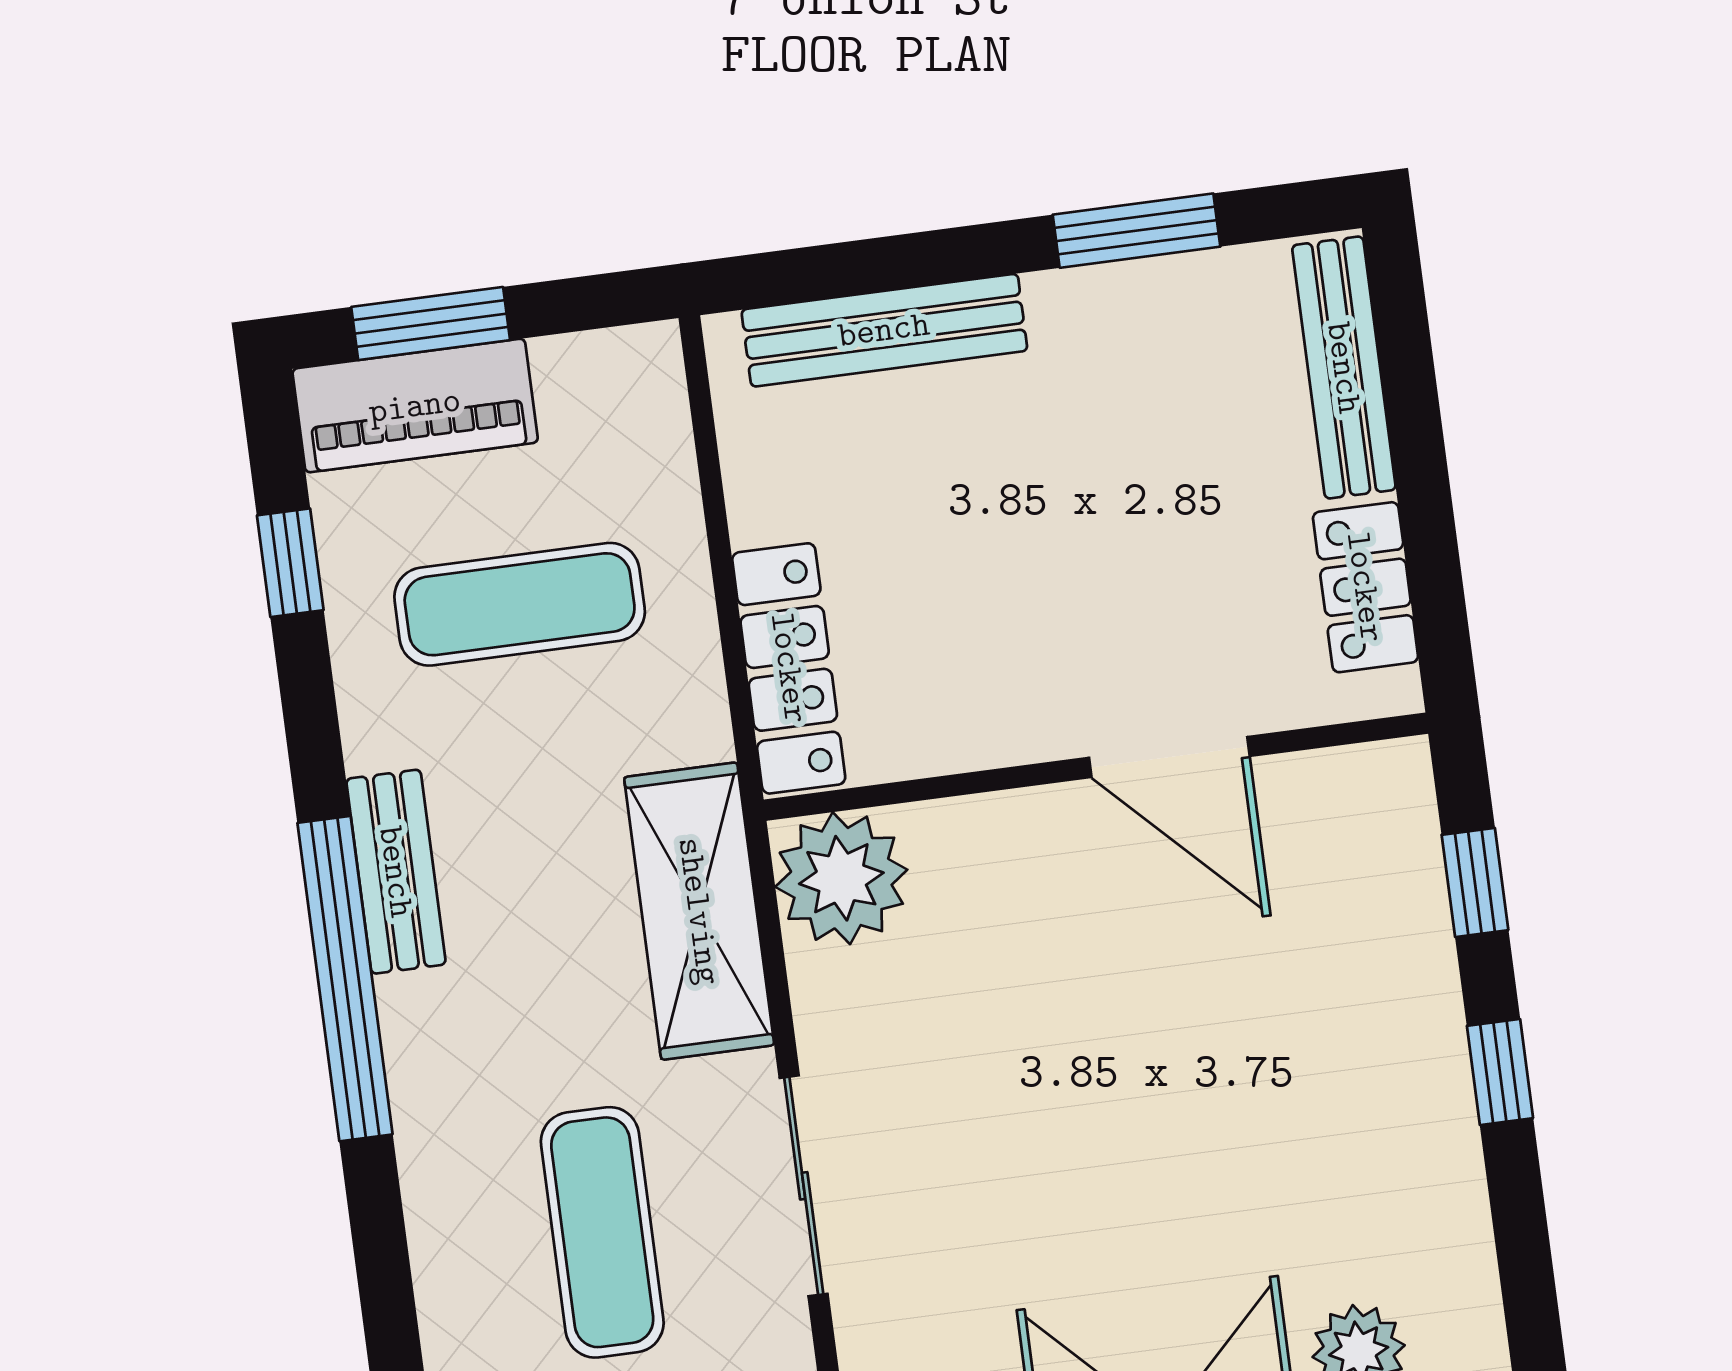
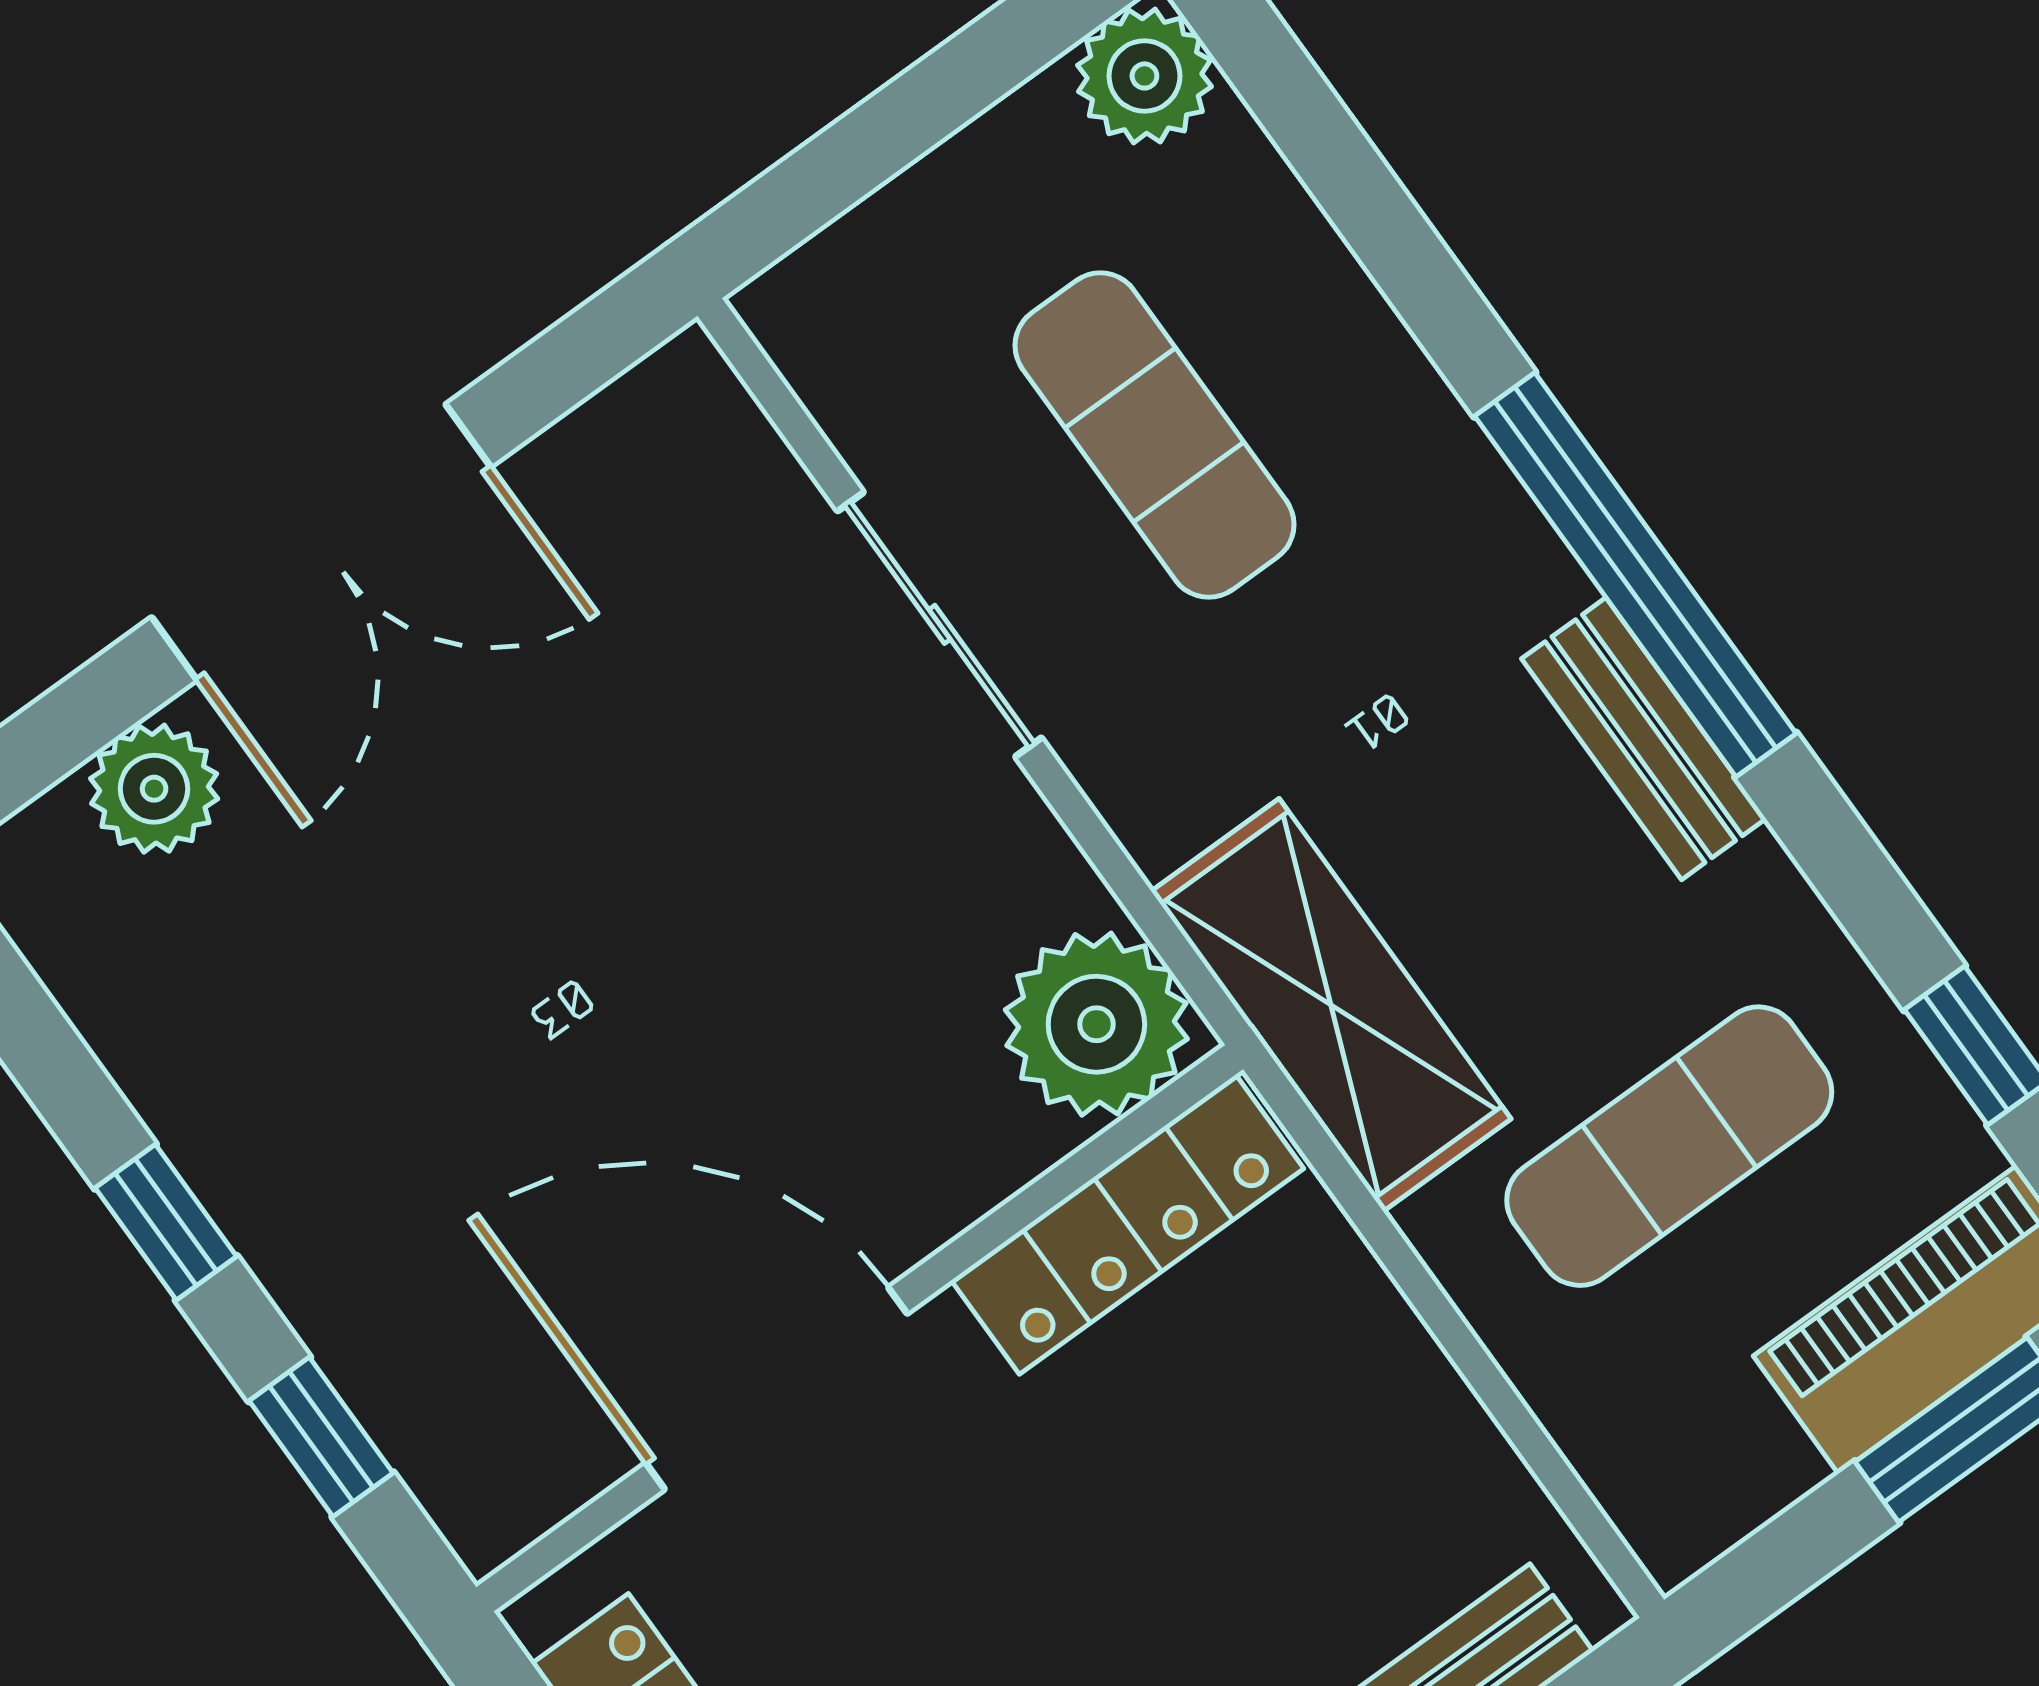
locker: (789, 668) -> (1127, 1224), moved, turned -90
door: (1169, 757) -> (777, 1388), width x1.36
shelving: (699, 911) -> (1331, 1005), moved

